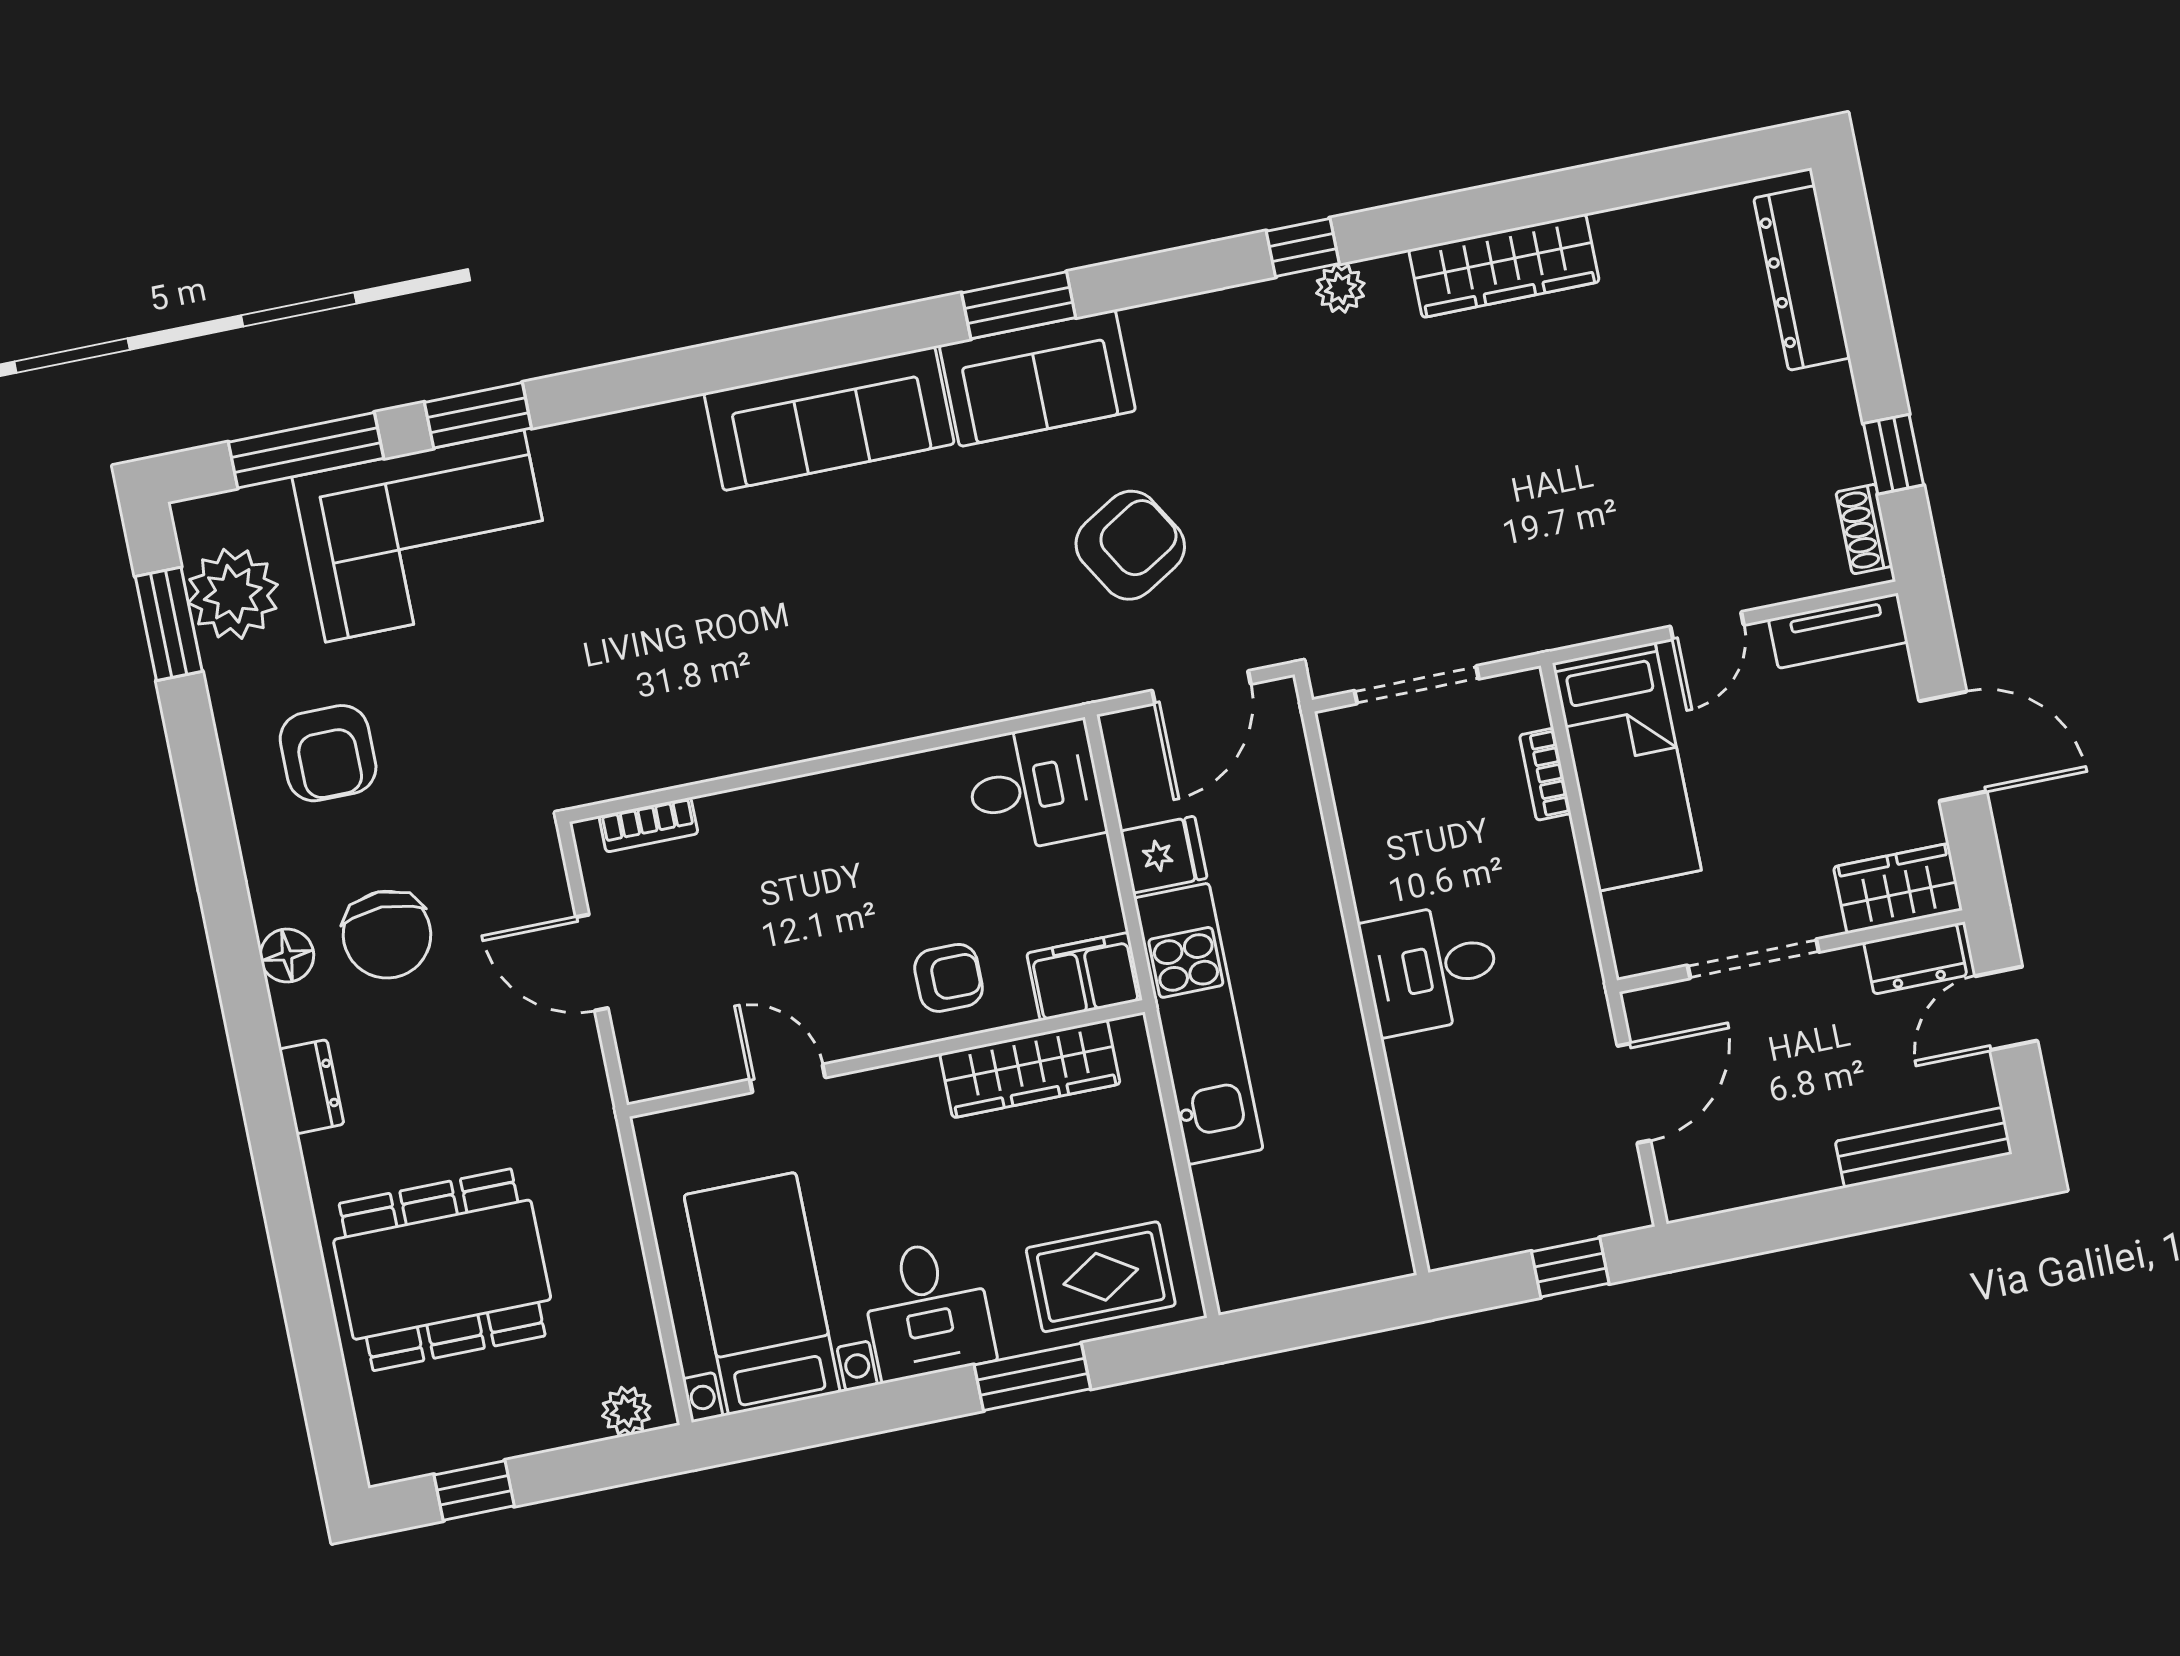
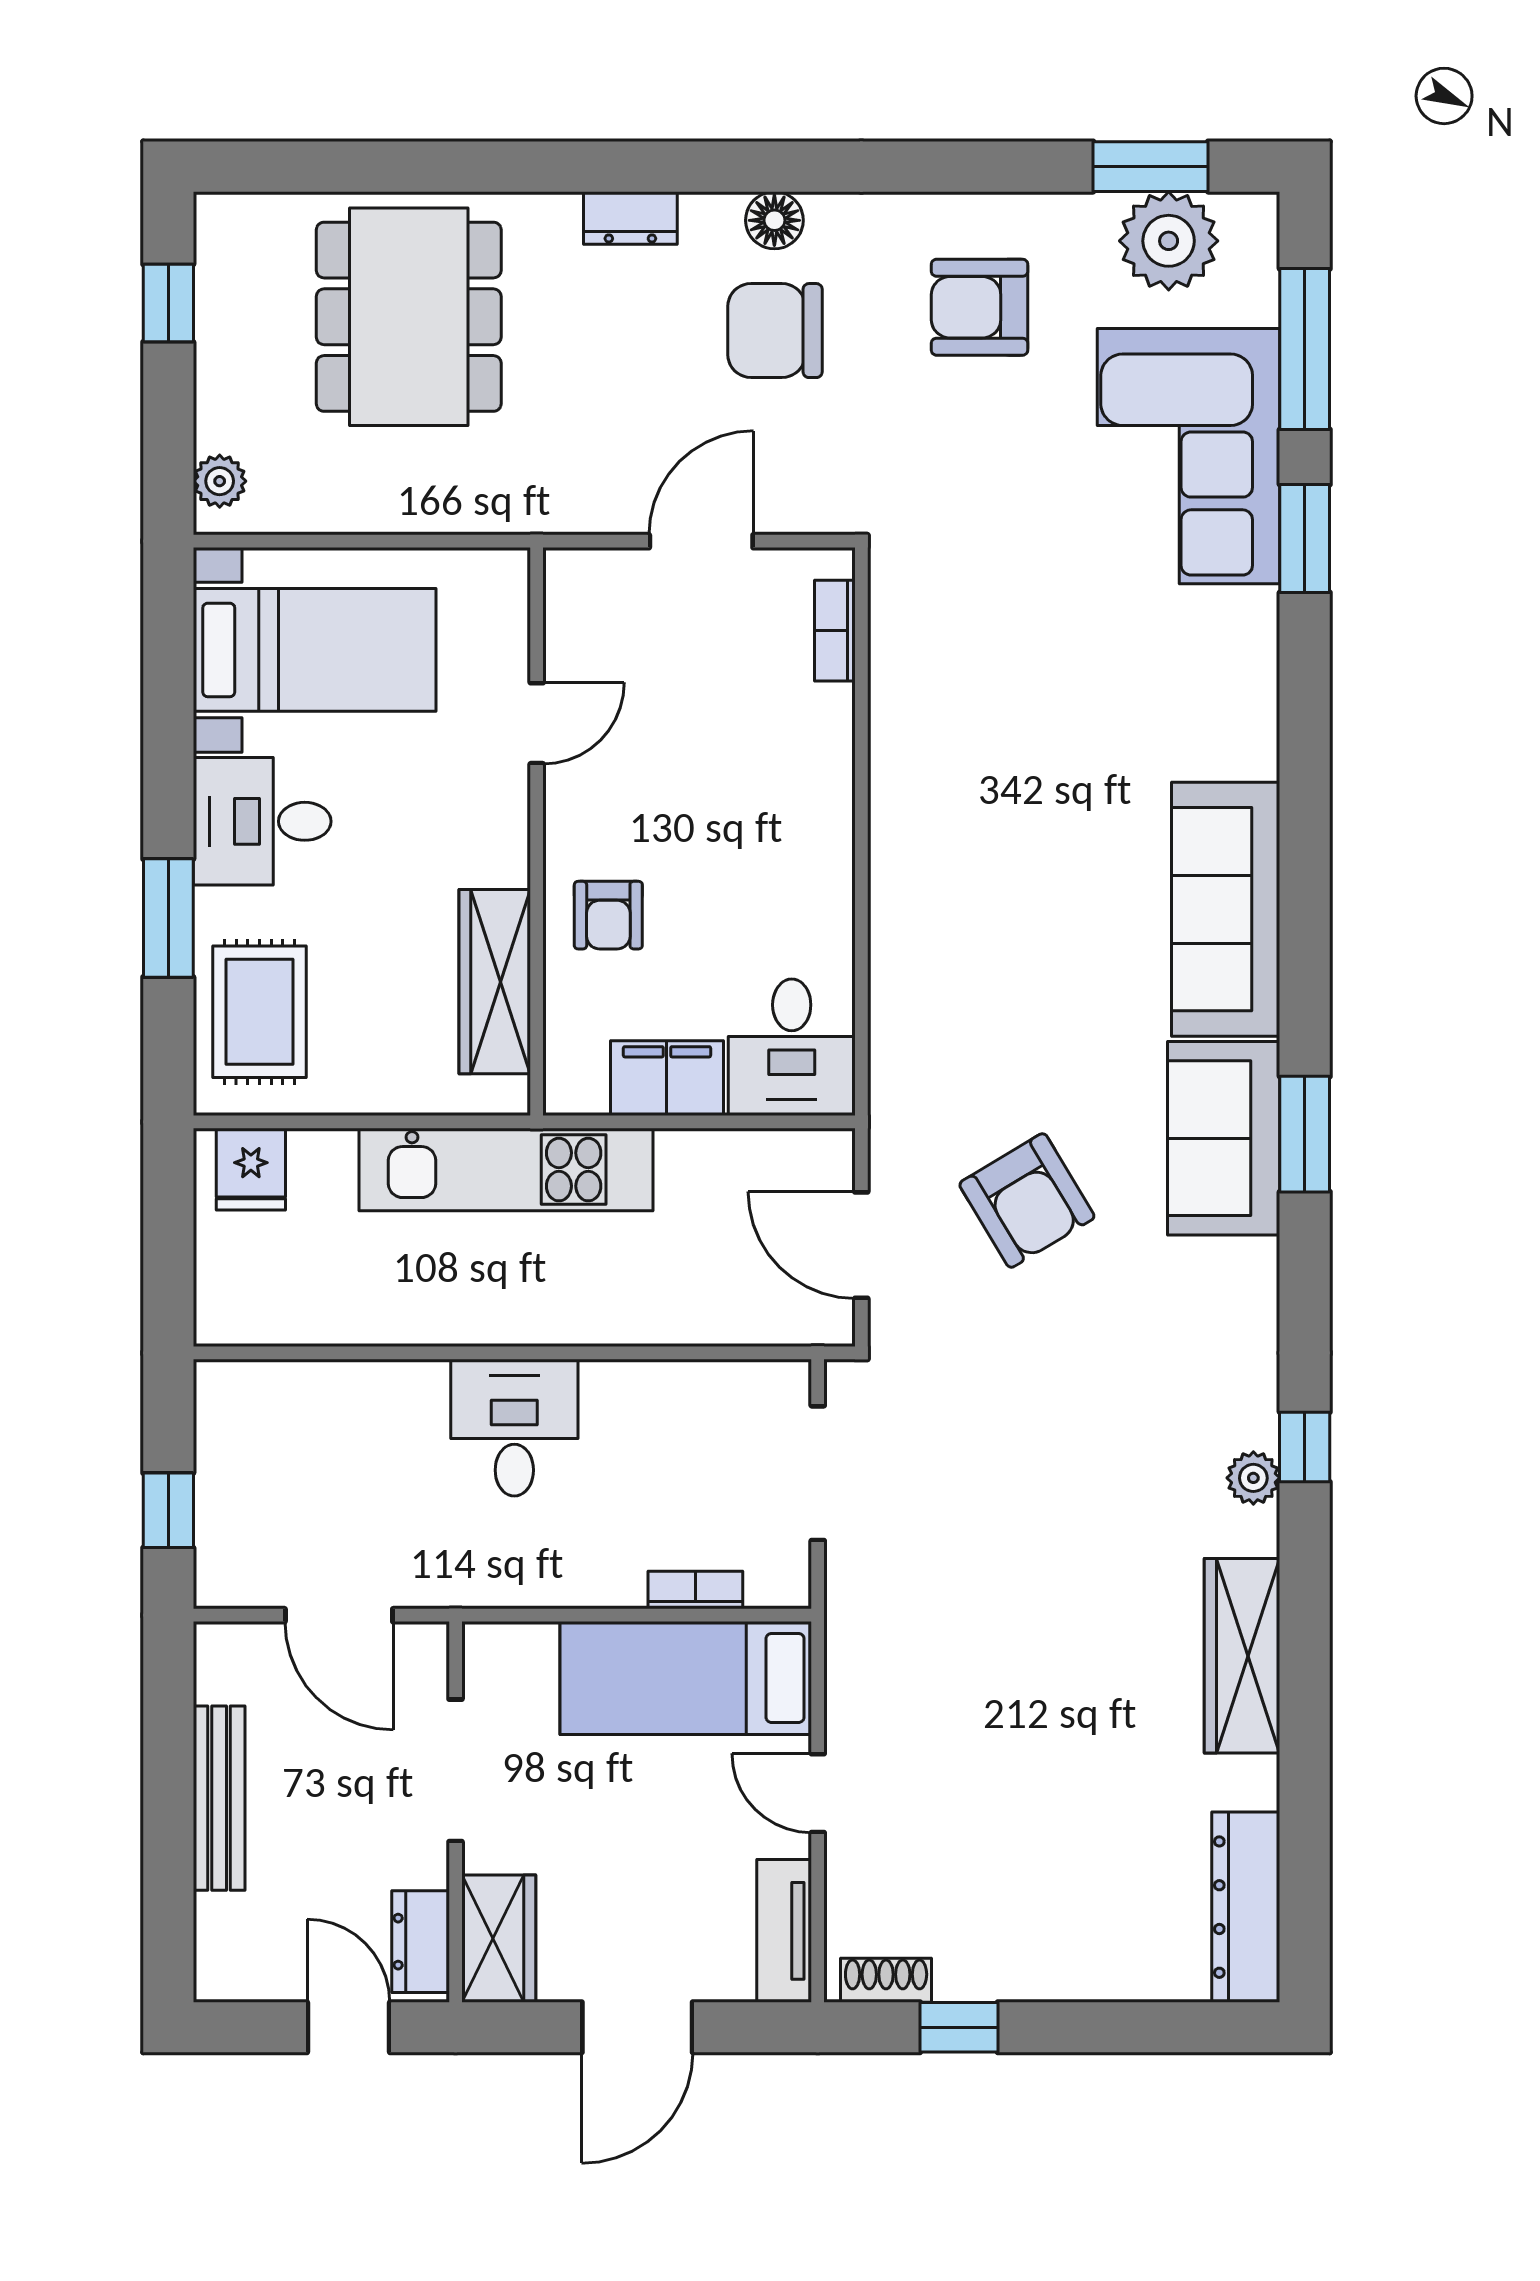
dresser: (1802, 278) -> (1246, 1907), moved, turned -90
fridge: (1164, 855) -> (251, 1169), moved
filing cabinet: (1085, 977) -> (667, 1078), moved, turned -90
bench: (1924, 1148) -> (219, 1798), moved

